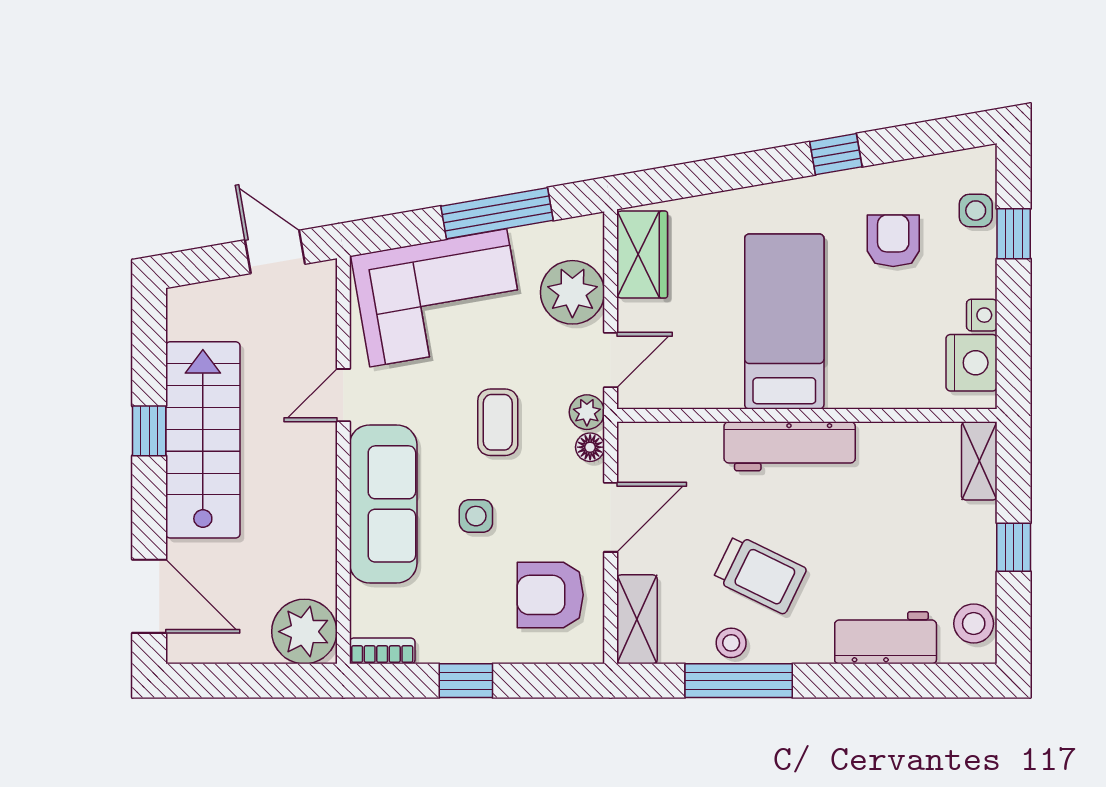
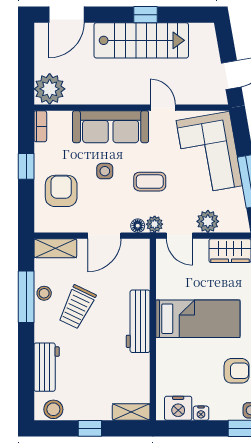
plant: (572, 292) -> (208, 221), width x0.73, depth x0.73
door: (611, 517) -> (104, 236), hinge flipped
armchair: (550, 595) -> (61, 191), moved

